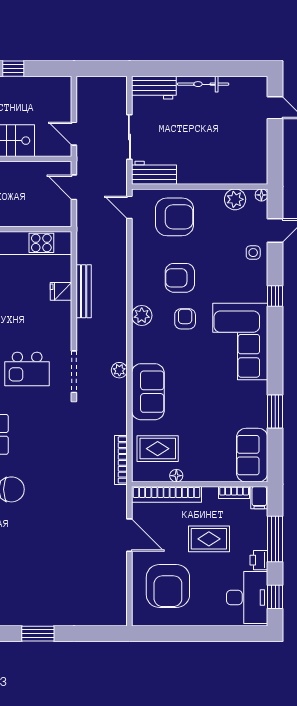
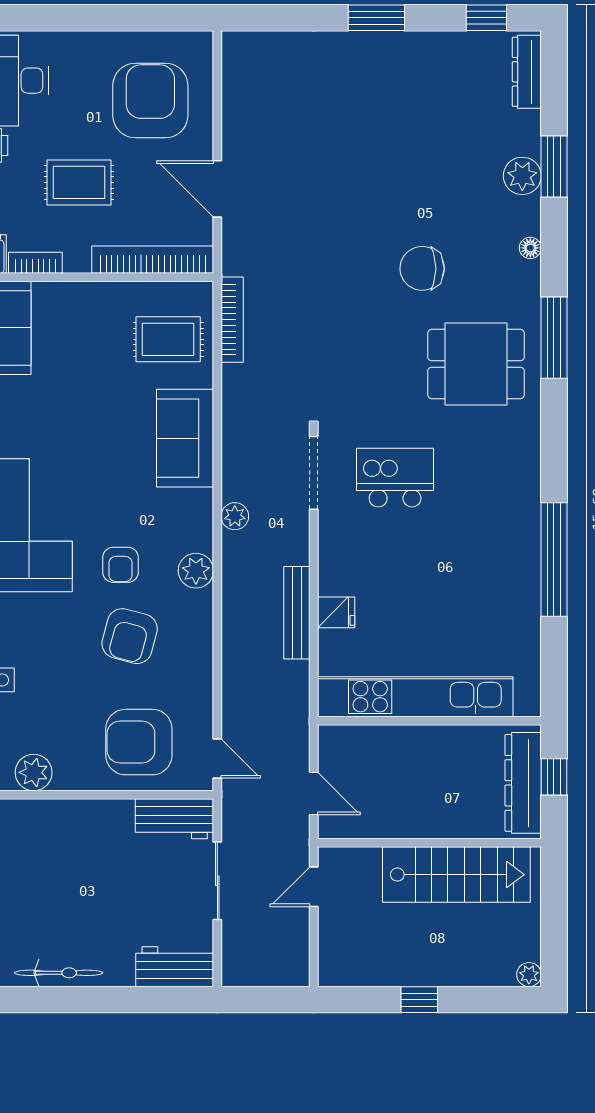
bicycle: (203, 84) -> (59, 973), moved
door: (74, 134) -> (314, 887), swing flipped
armchair: (180, 278) -> (130, 636), turned 105
plant: (119, 370) -> (235, 516), moved
floor lamp: (176, 476) -> (136, 292), removed

